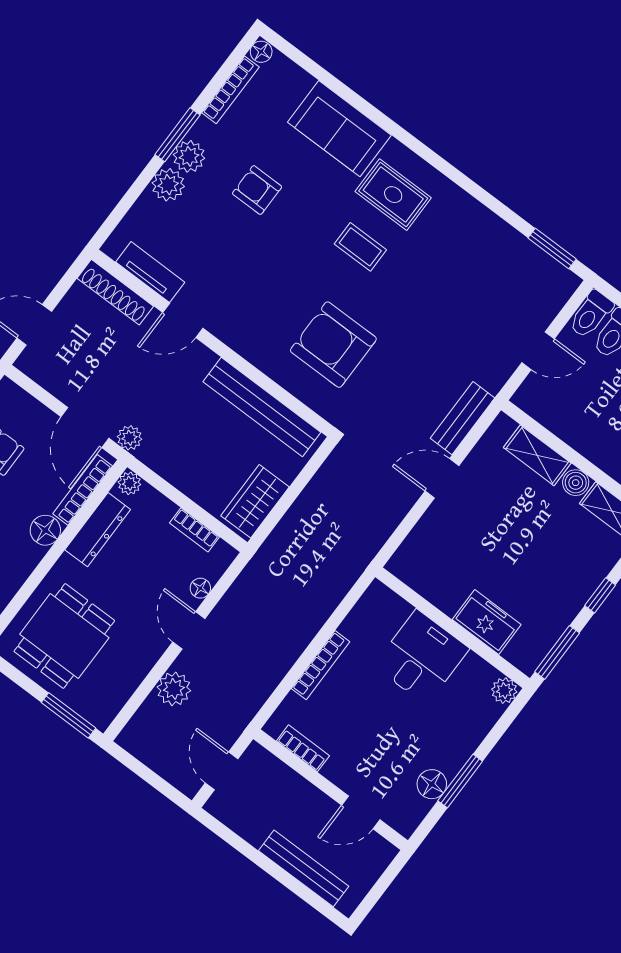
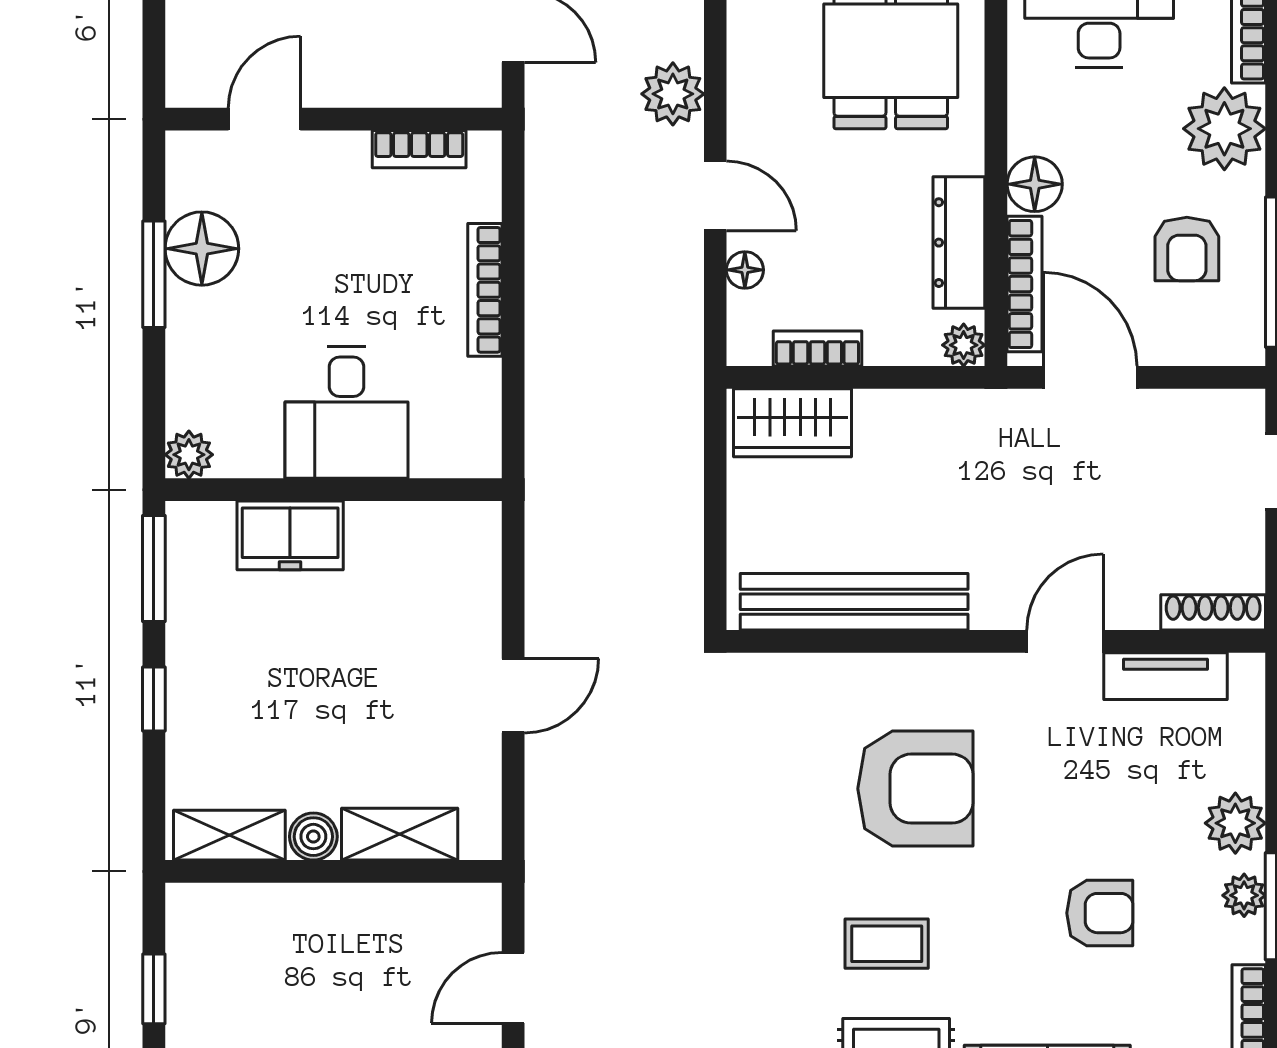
plant: (189, 156) -> (1244, 895), width x0.73, depth x0.73
shoe rack: (115, 292) -> (1213, 612), width x0.74, depth x0.81
armchair: (333, 345) -> (915, 789), moved
bench: (463, 418) -> (549, 806), removed
plant: (130, 438) -> (1013, 411), removed
wardrobe: (255, 501) -> (793, 423), moved, turned 90
floor lamp: (432, 784) -> (202, 249), width x1.38, depth x1.38

